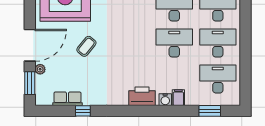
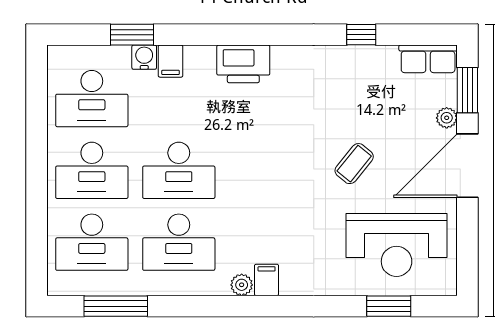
row of seats: (67, 99) -> (428, 59), moved
water cooler: (165, 100) -> (144, 57), moved
window: (210, 111) -> (132, 35), moved

